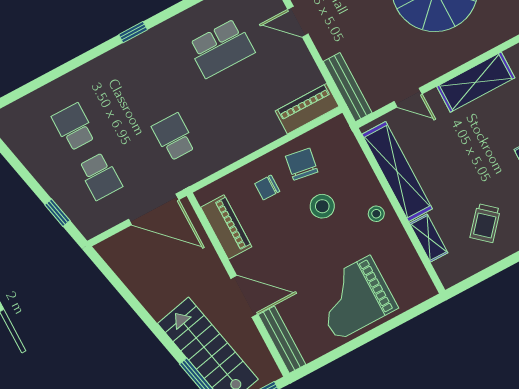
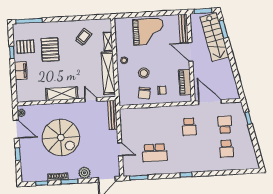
school desk: (221, 48) -> (155, 153), turned 180
piano: (307, 109) -> (132, 114), removed

